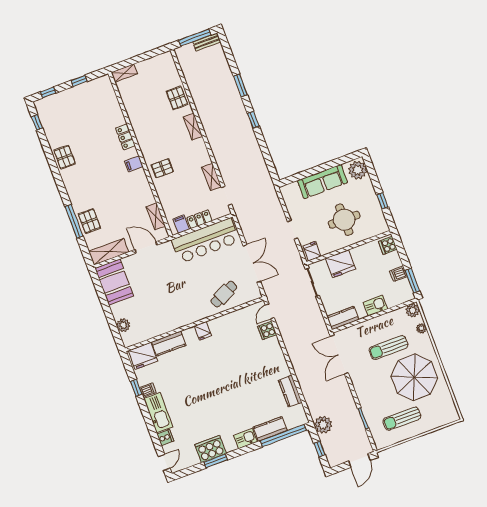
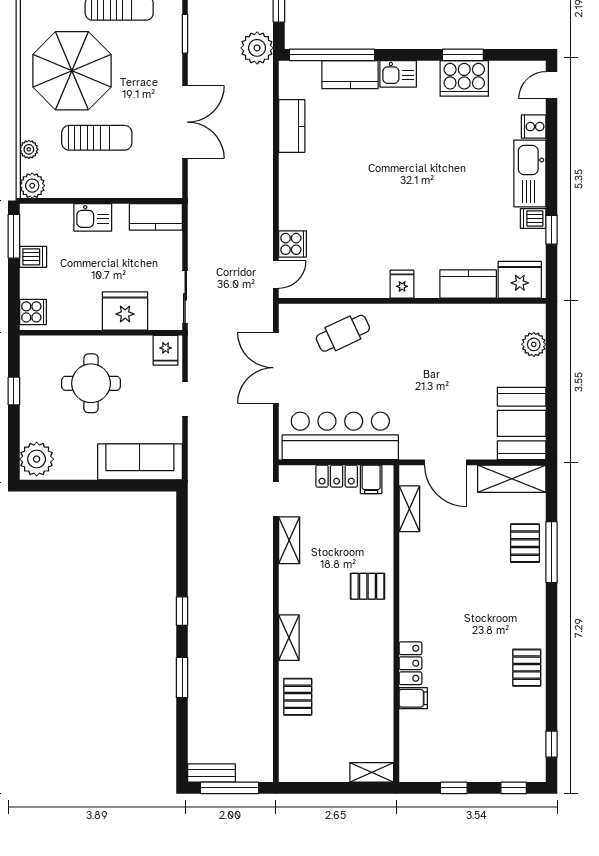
filing cabinet: (134, 164) -> (413, 698), moved
sofa: (322, 182) -> (140, 462), moved
double door: (339, 355) -> (185, 122), moved

